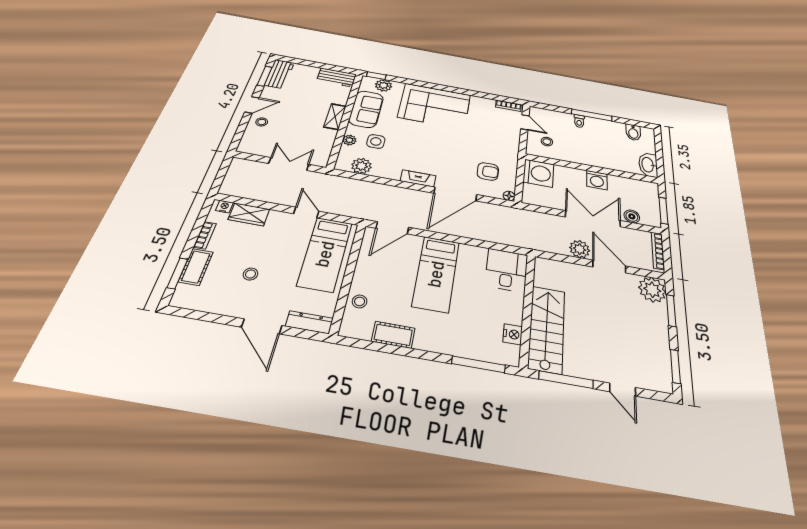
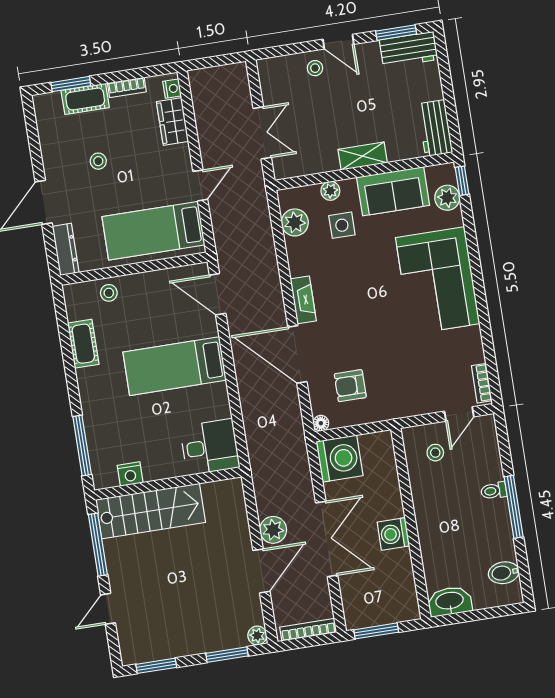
armchair: (488, 171) -> (350, 386), turned 90
washing machine: (538, 173) -> (339, 459), moved, turned -90
boiler: (632, 216) -> (350, 590), removed
plant: (652, 290) -> (257, 636), width x0.53, depth x0.53

